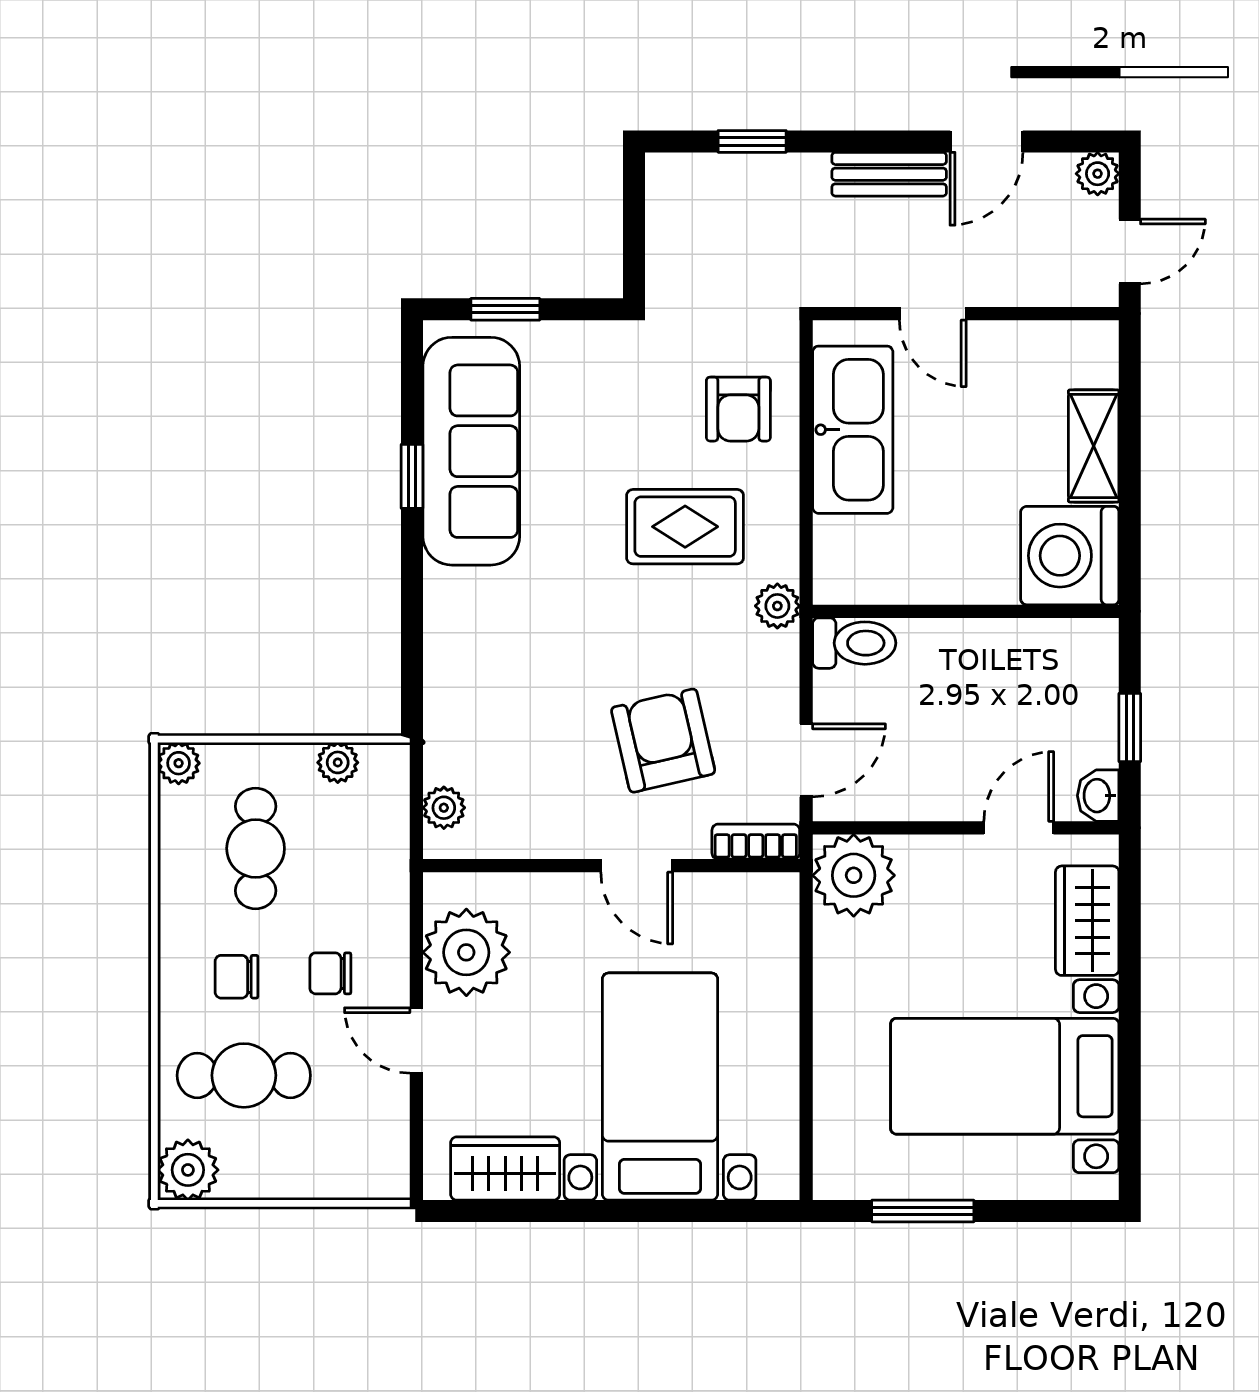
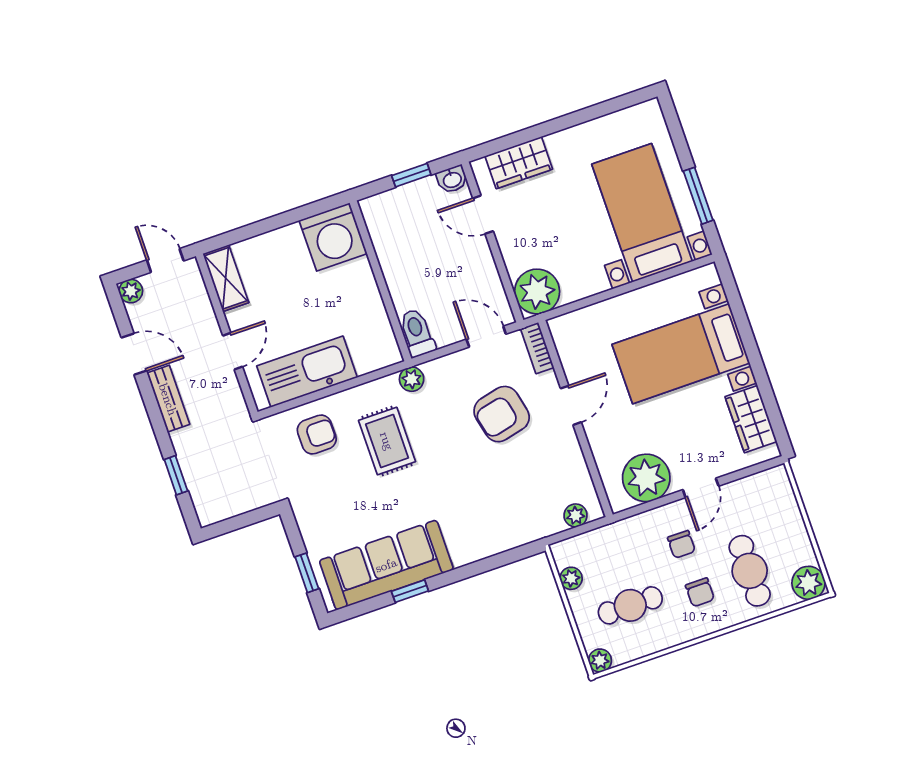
shelving: (1094, 446) -> (226, 278), moved, turned 90
bed with nightstands: (1005, 1076) -> (642, 213), moved, turned 180

